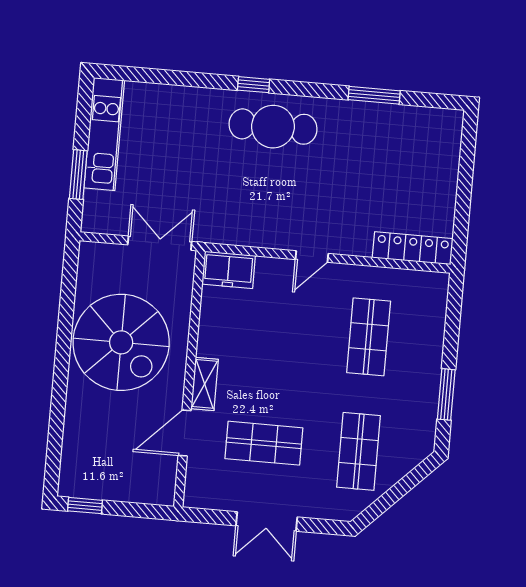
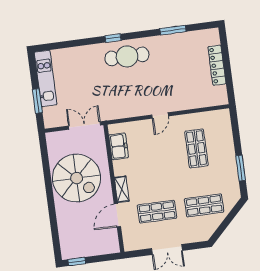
locker: (413, 248) -> (217, 65), moved, turned -90
freezer: (229, 270) -> (119, 146), moved, turned -90
shop shelf: (359, 451) -> (204, 205), turned 90

